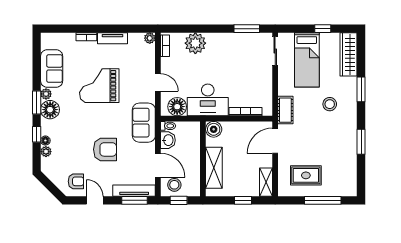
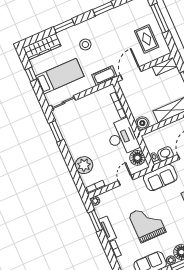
window: (127, 29) -> (95, 221), added
grand piano: (99, 86) -> (147, 223), turned 180
door: (275, 141) -> (131, 73), swing flipped

